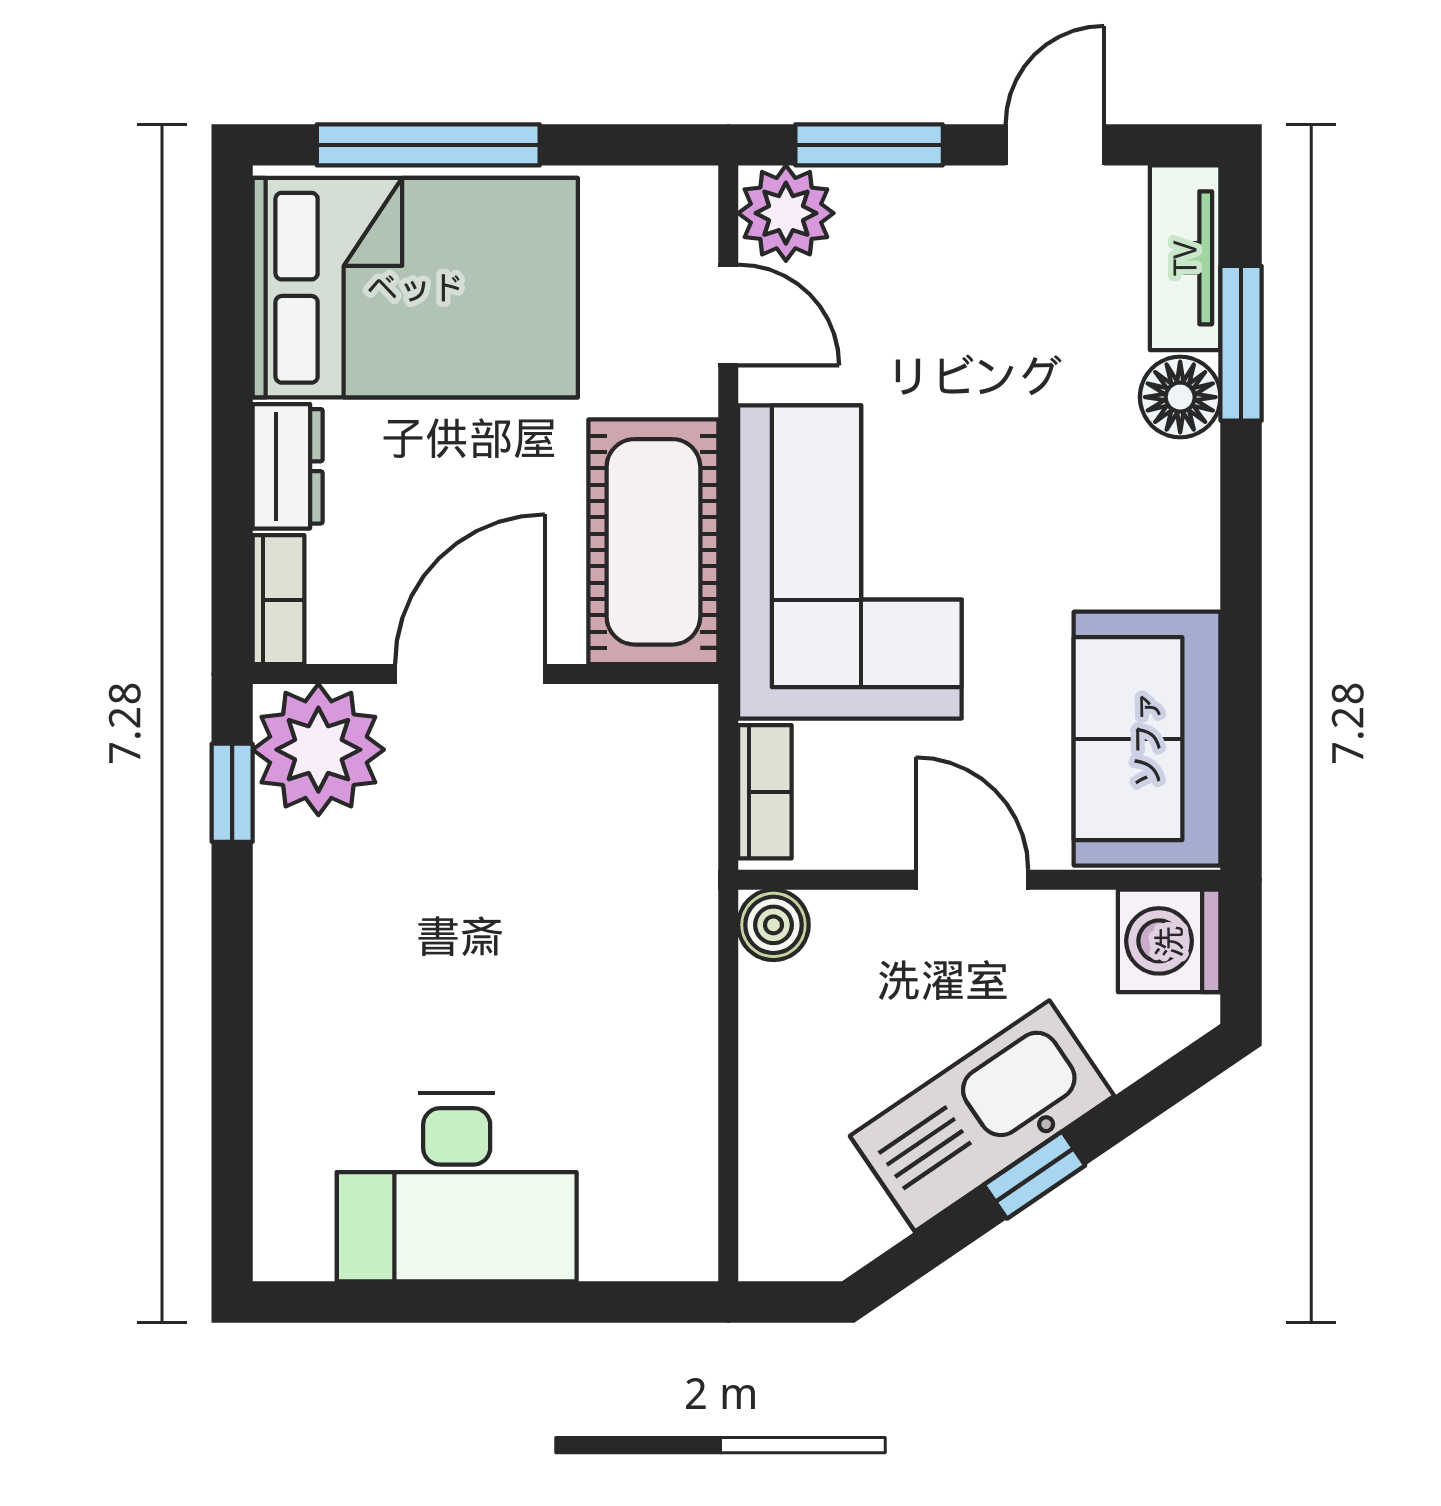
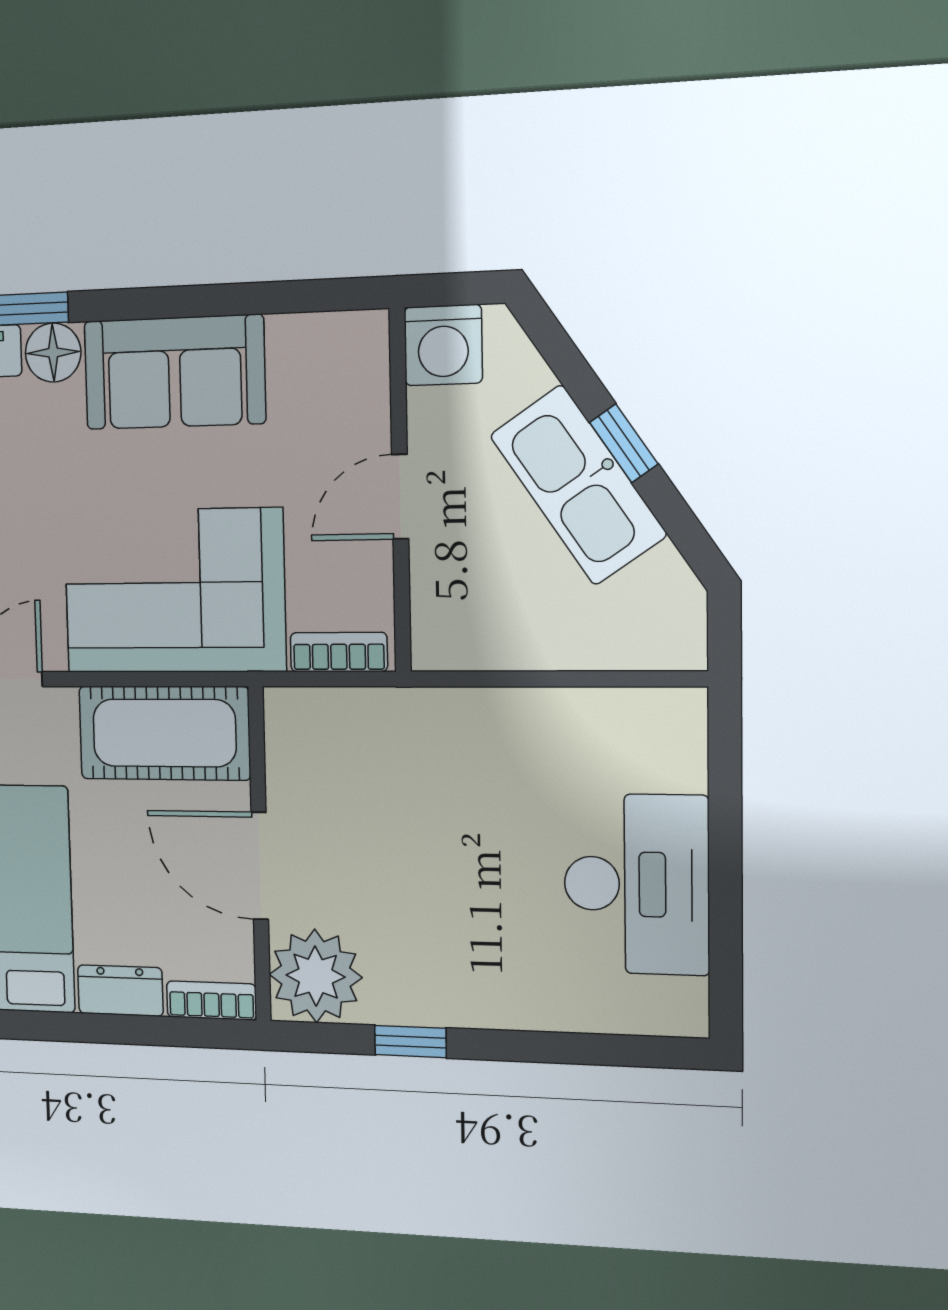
sofa: (1147, 739) -> (174, 372), moved
window: (232, 793) -> (410, 1041), moved
boiler: (773, 925) -> (436, 645), removed

